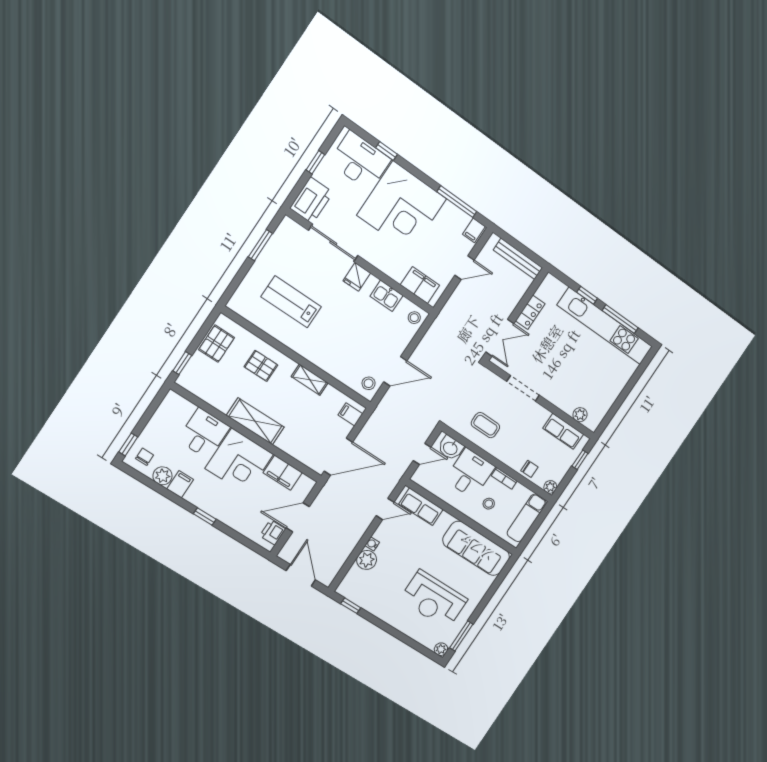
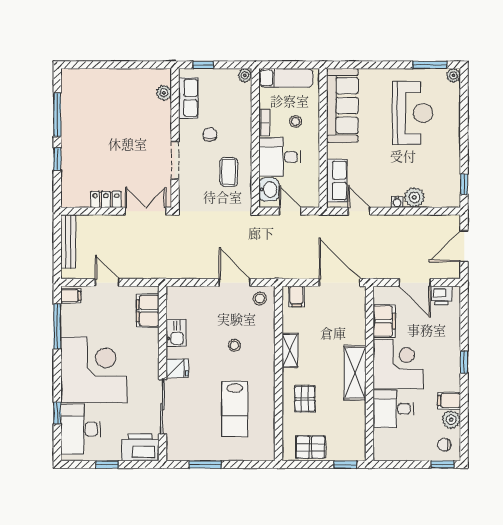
stool: (414, 318) -> (234, 345), moved
kitchen unit: (605, 326) -> (72, 124), removed
chair: (529, 469) -> (210, 134), moved

